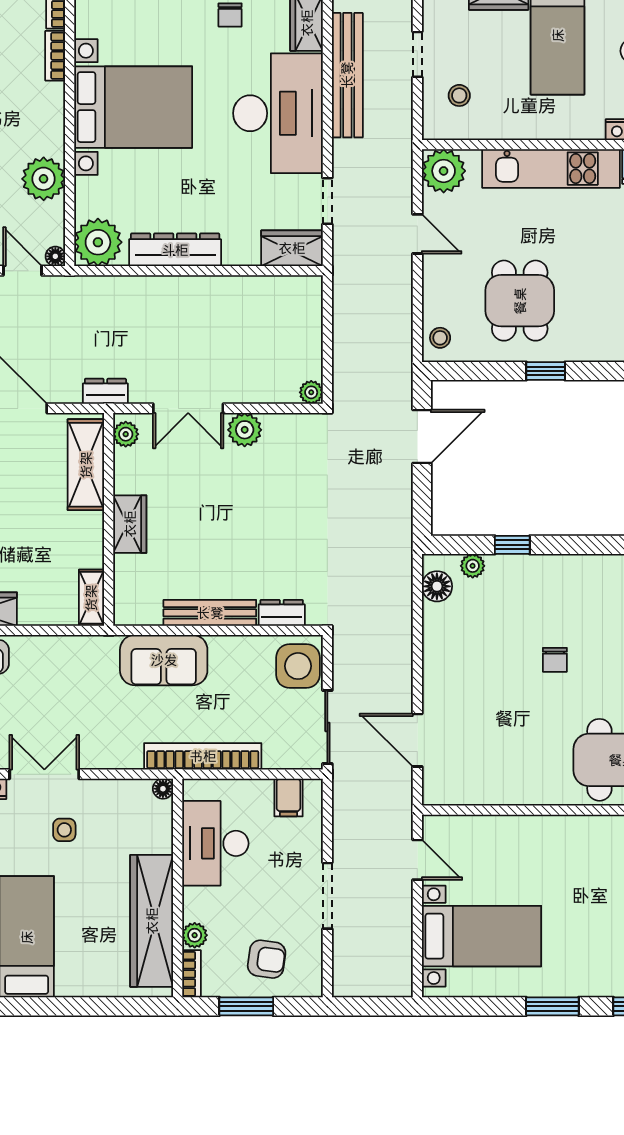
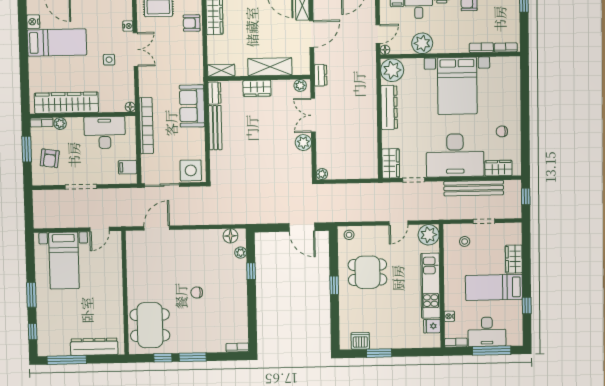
shelving: (86, 465) -> (270, 67), moved
dresser: (282, 613) -> (214, 93), moved

